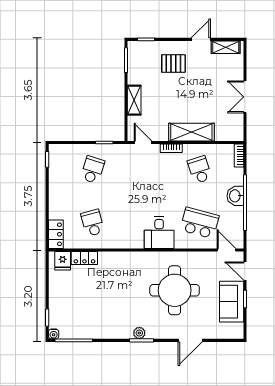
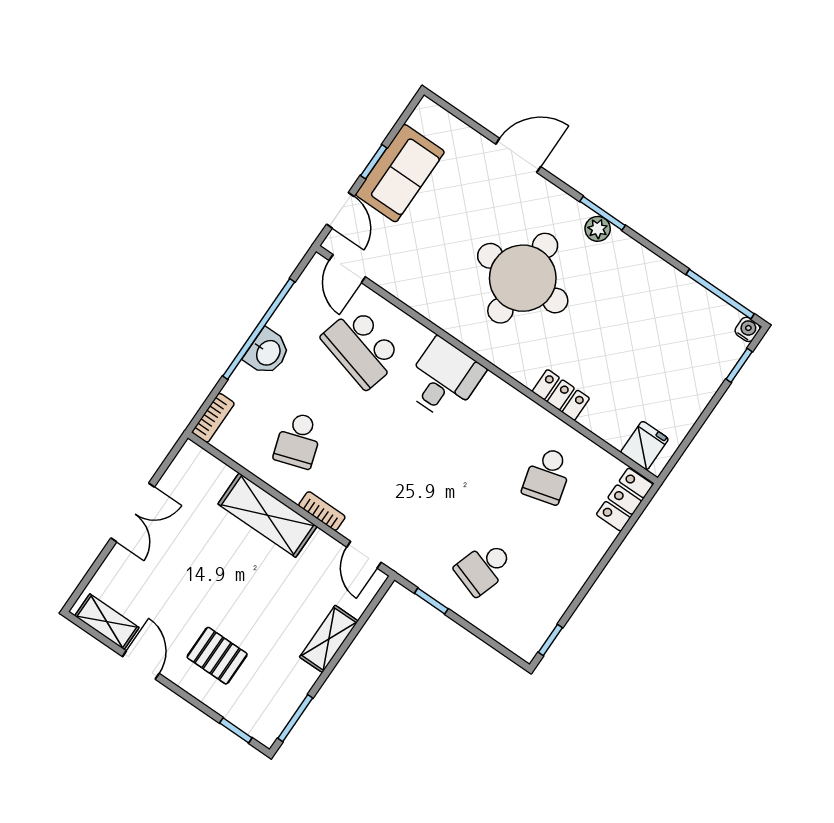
door: (201, 39) -> (141, 665), swing flipped
locker: (84, 258) -> (561, 395), moved
round table: (175, 290) -> (523, 278), moved

